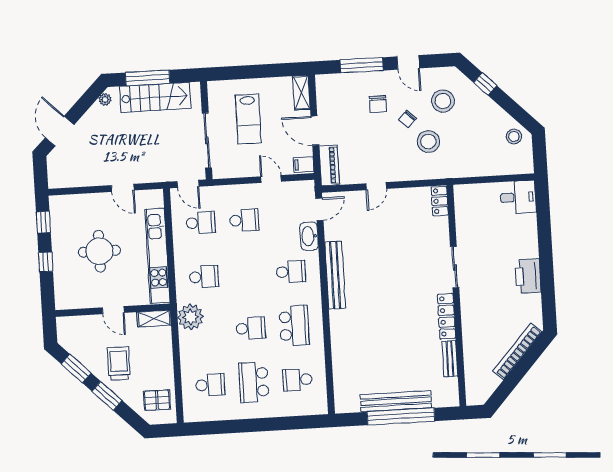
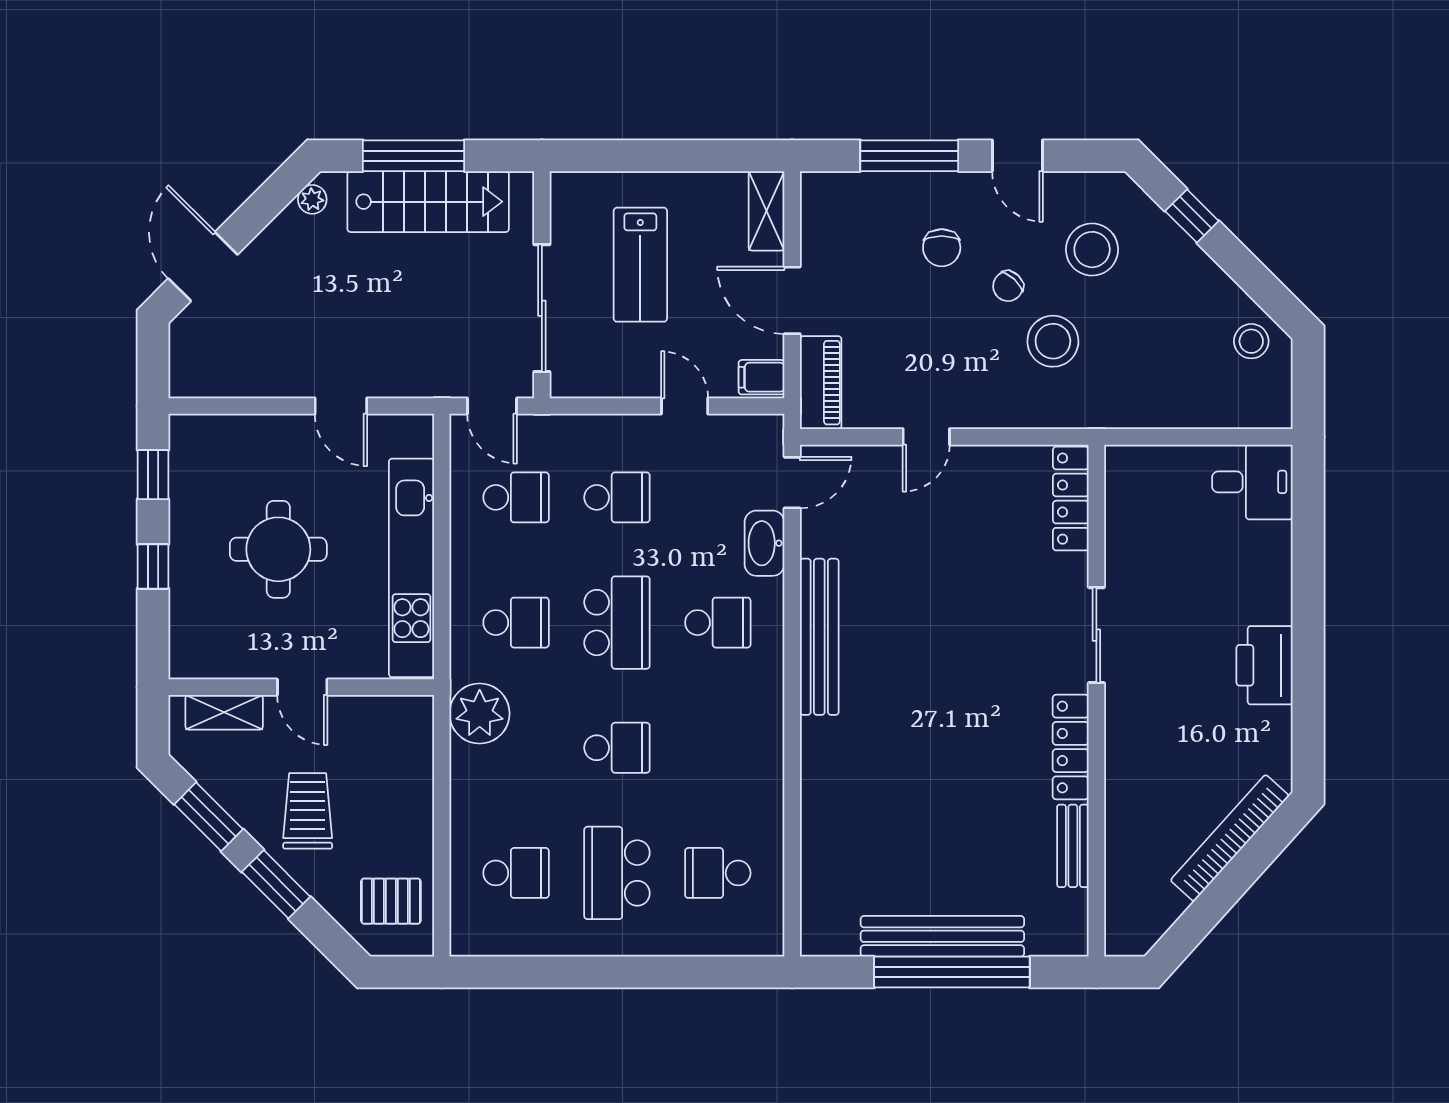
locker: (440, 201) -> (1071, 499), width x1.53
shelving: (154, 319) -> (224, 712), moved
school desk: (294, 326) -> (617, 623), moved

